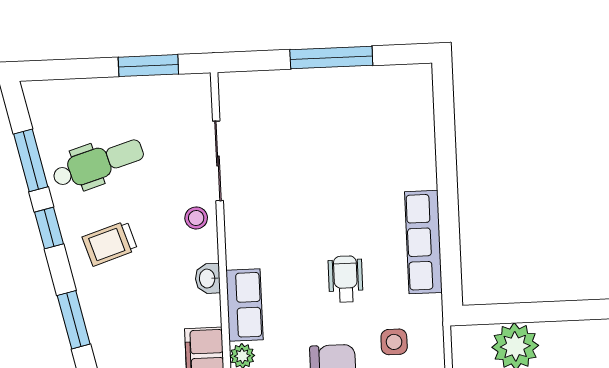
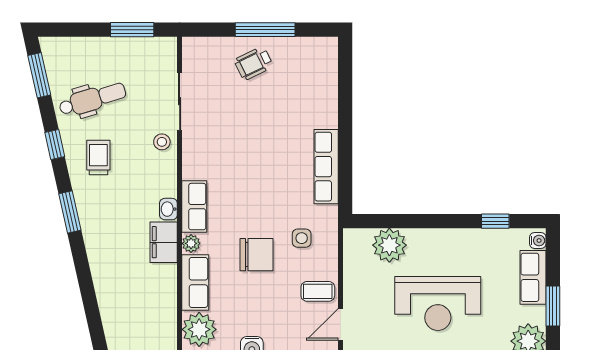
window: (31, 160) -> (39, 75), moved
trolley: (110, 243) -> (98, 158), turned 108
washbasin: (208, 279) -> (168, 209), moved
wheelchair: (346, 279) -> (254, 63), moved, turned -116

